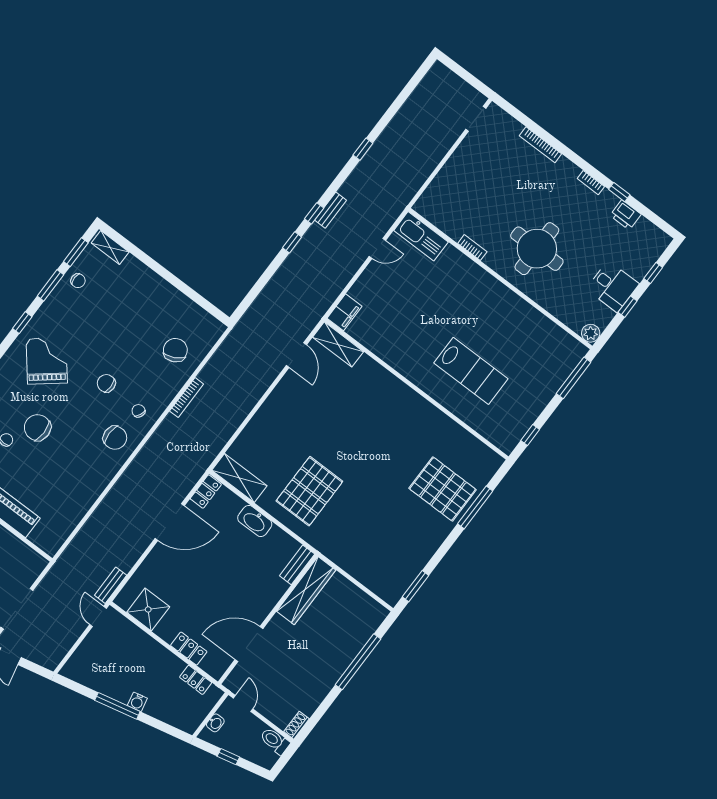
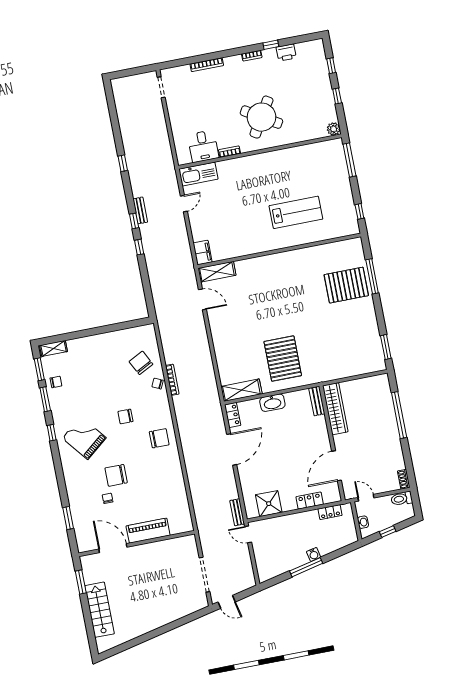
round table: (537, 249) -> (261, 117), turned 31
desk: (613, 286) -> (203, 146), moved, turned 90
chair: (139, 411) -> (158, 384), moved

